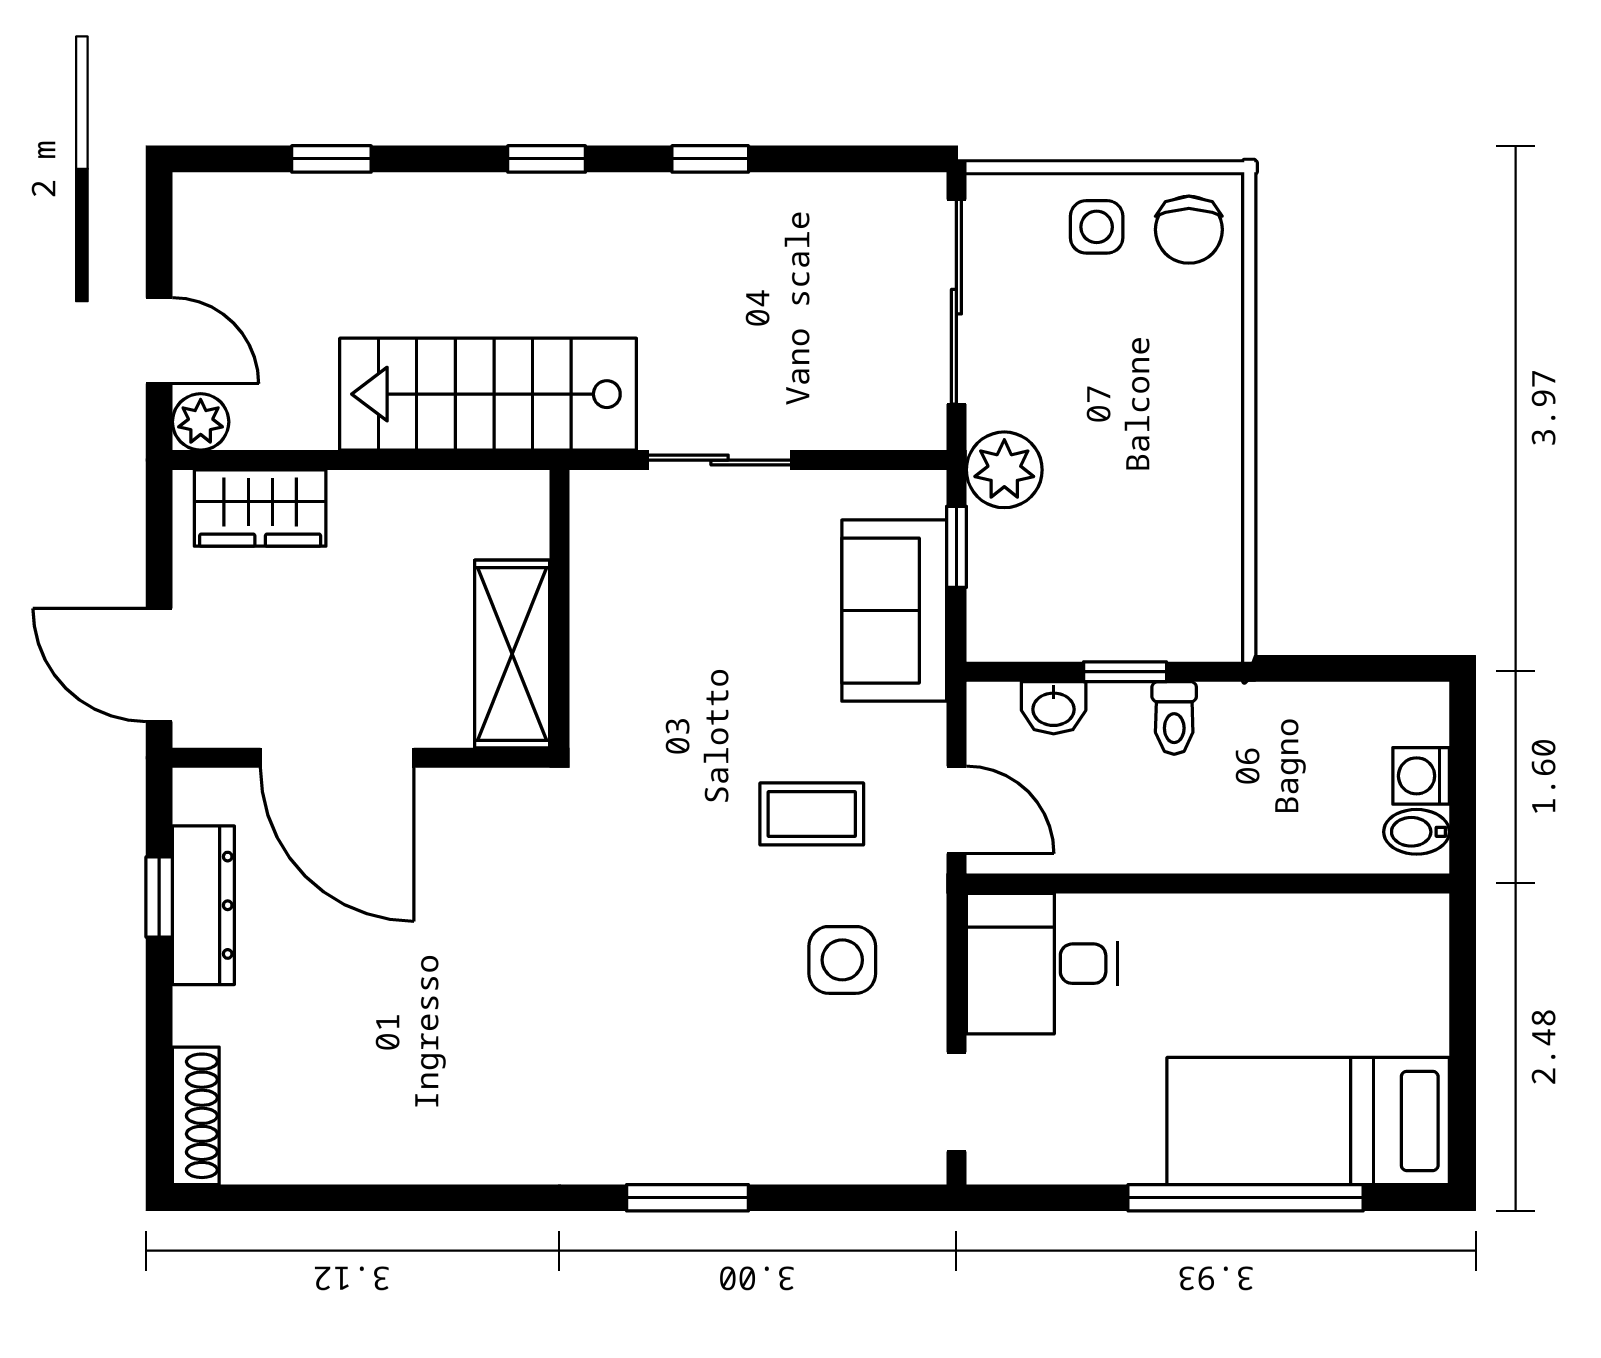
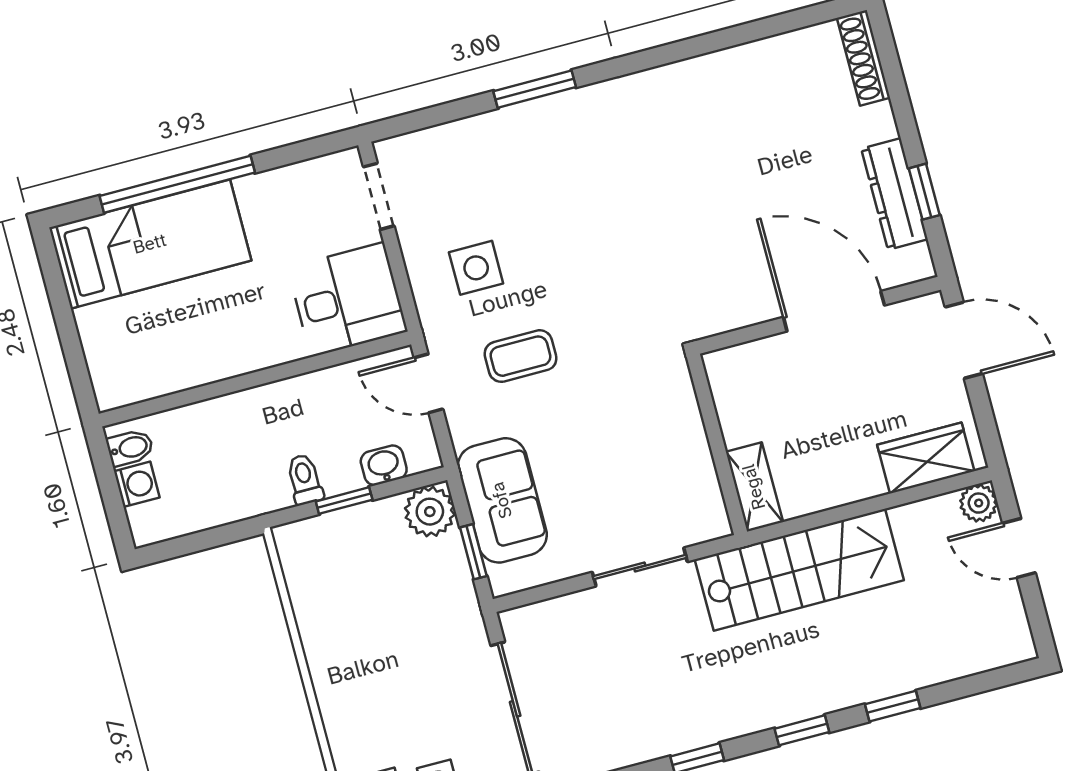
window: (331, 159) -> (893, 706), moved
plant: (1004, 470) -> (430, 512), moved
shelving: (512, 654) -> (754, 487), moved, width x0.67, depth x0.75

